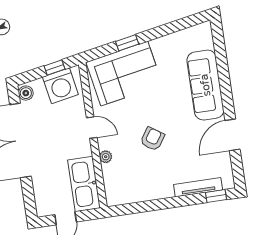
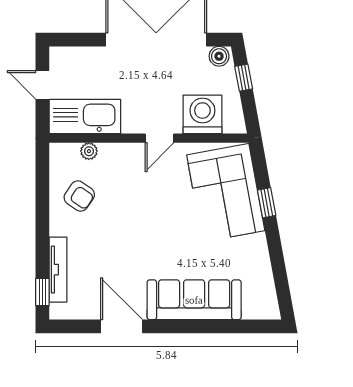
window: (54, 68) -> (244, 78), moved
washing machine: (60, 86) -> (202, 114), moved, turned 100
armchair: (152, 139) -> (79, 196), moved
plant: (106, 157) -> (89, 151), moved

